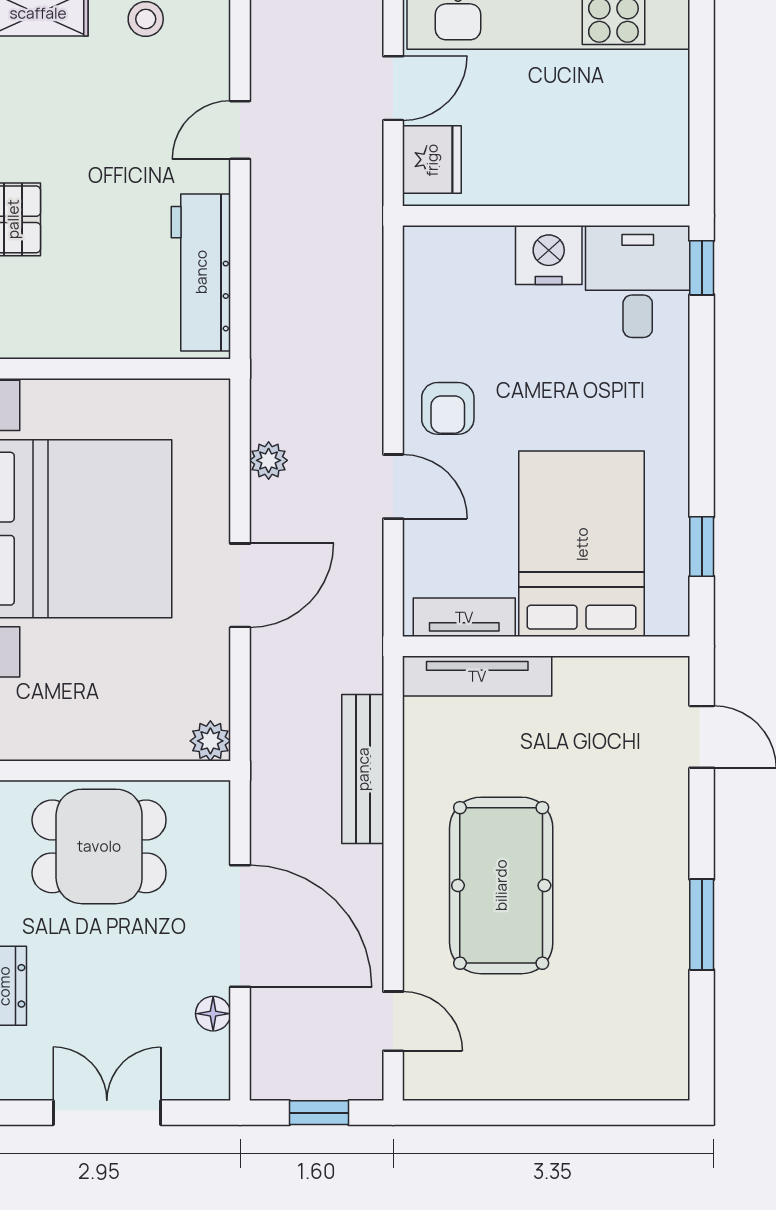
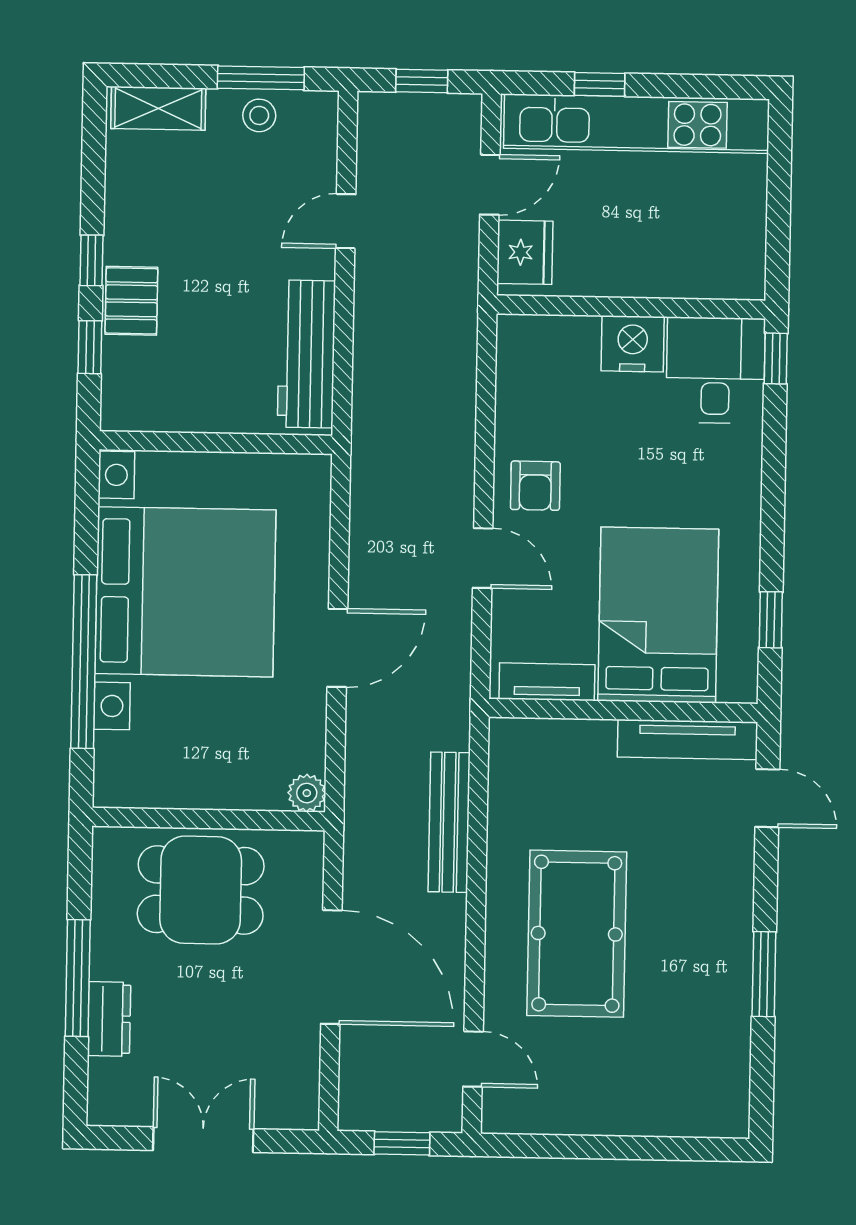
plant: (269, 460) -> (366, 531), removed
tv unit: (477, 676) -> (687, 740), moved
floor lamp: (213, 1014) -> (304, 1049), removed

